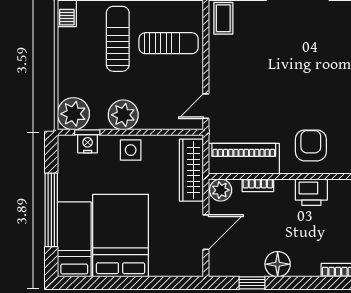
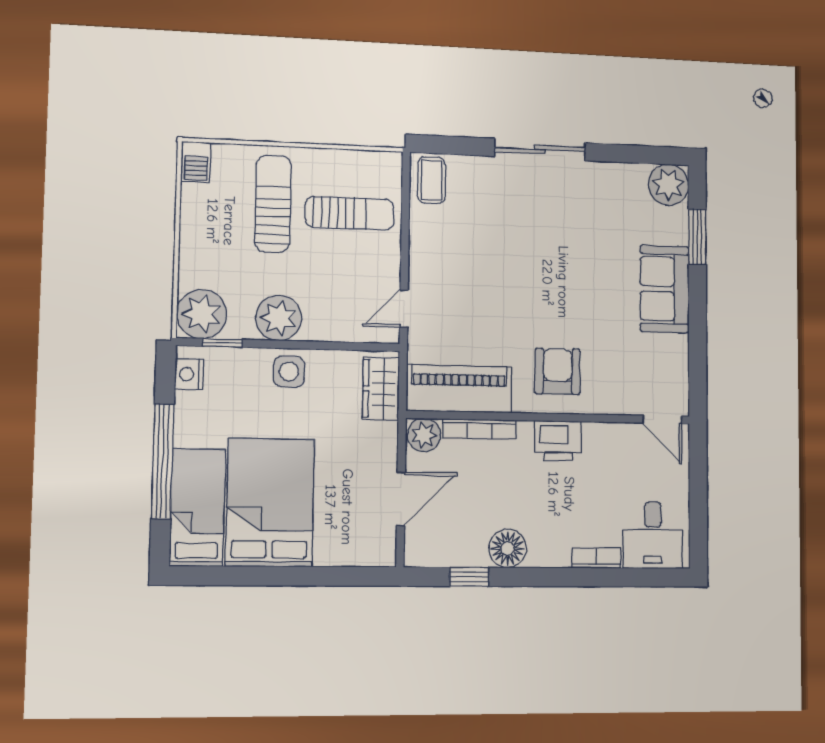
nightstand: (88, 144) -> (189, 374), moved, turned -90
wardrobe: (191, 170) -> (381, 389), width x0.67
bookcase: (258, 185) -> (479, 429), width x1.56

